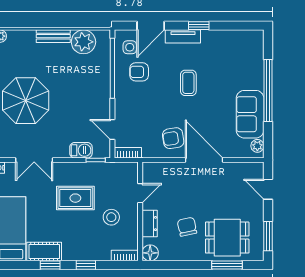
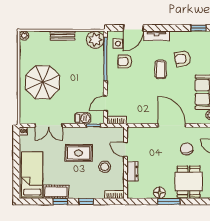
window: (199, 26) -> (198, 28), moved
plant: (83, 42) -> (95, 40), moved
door: (112, 130) -> (105, 103), hinge flipped
armchair: (173, 138) -> (183, 59), moved
door: (140, 193) -> (126, 149), swing flipped
chair: (187, 227) -> (187, 149), moved
dining table: (227, 238) -> (189, 182), turned 90
floor lamp: (150, 253) -> (159, 193), moved
window: (227, 265) -> (169, 201), moved

